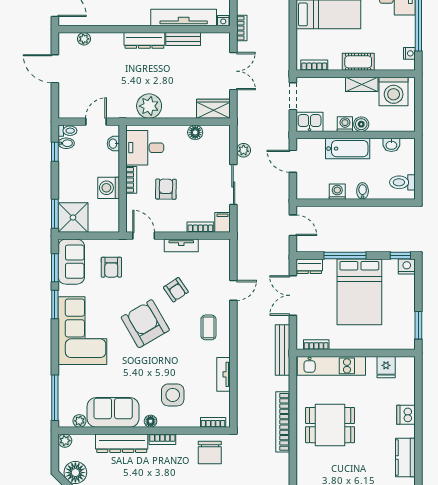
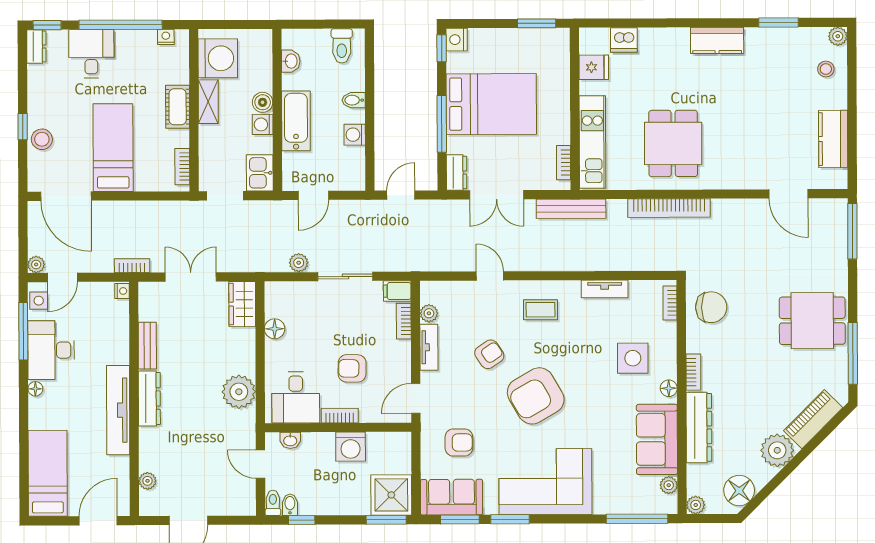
tv unit: (184, 17) -> (118, 410), moved
plant: (206, 246) -> (429, 313), added
dishwasher: (406, 415) -> (624, 40), moved

